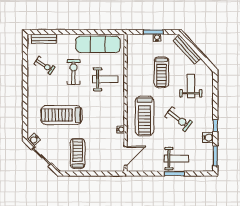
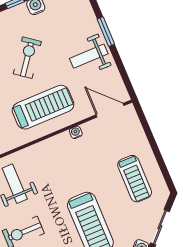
treadmill: (78, 153) -> (135, 179), turned -90
weight bench: (176, 159) -> (89, 56), moved, turned -90

